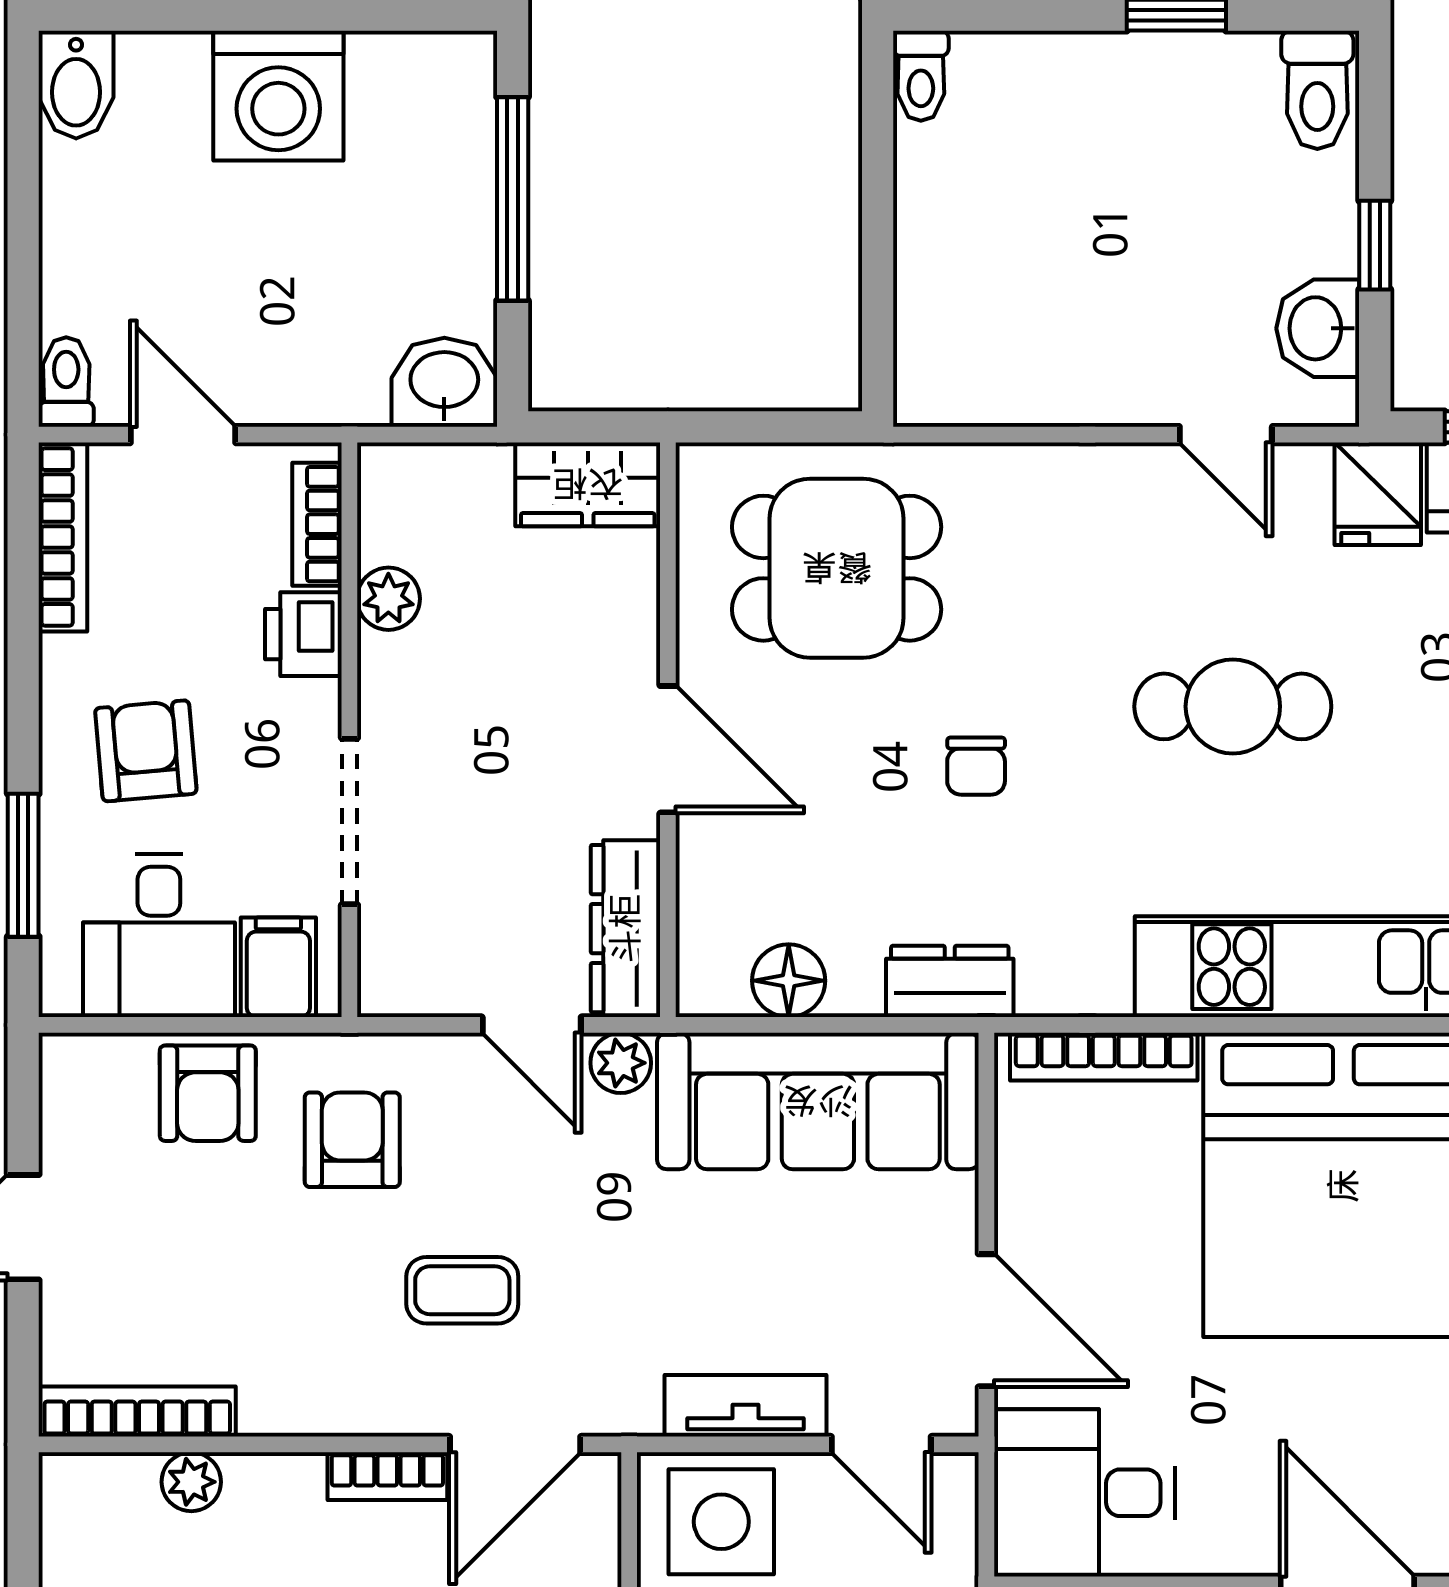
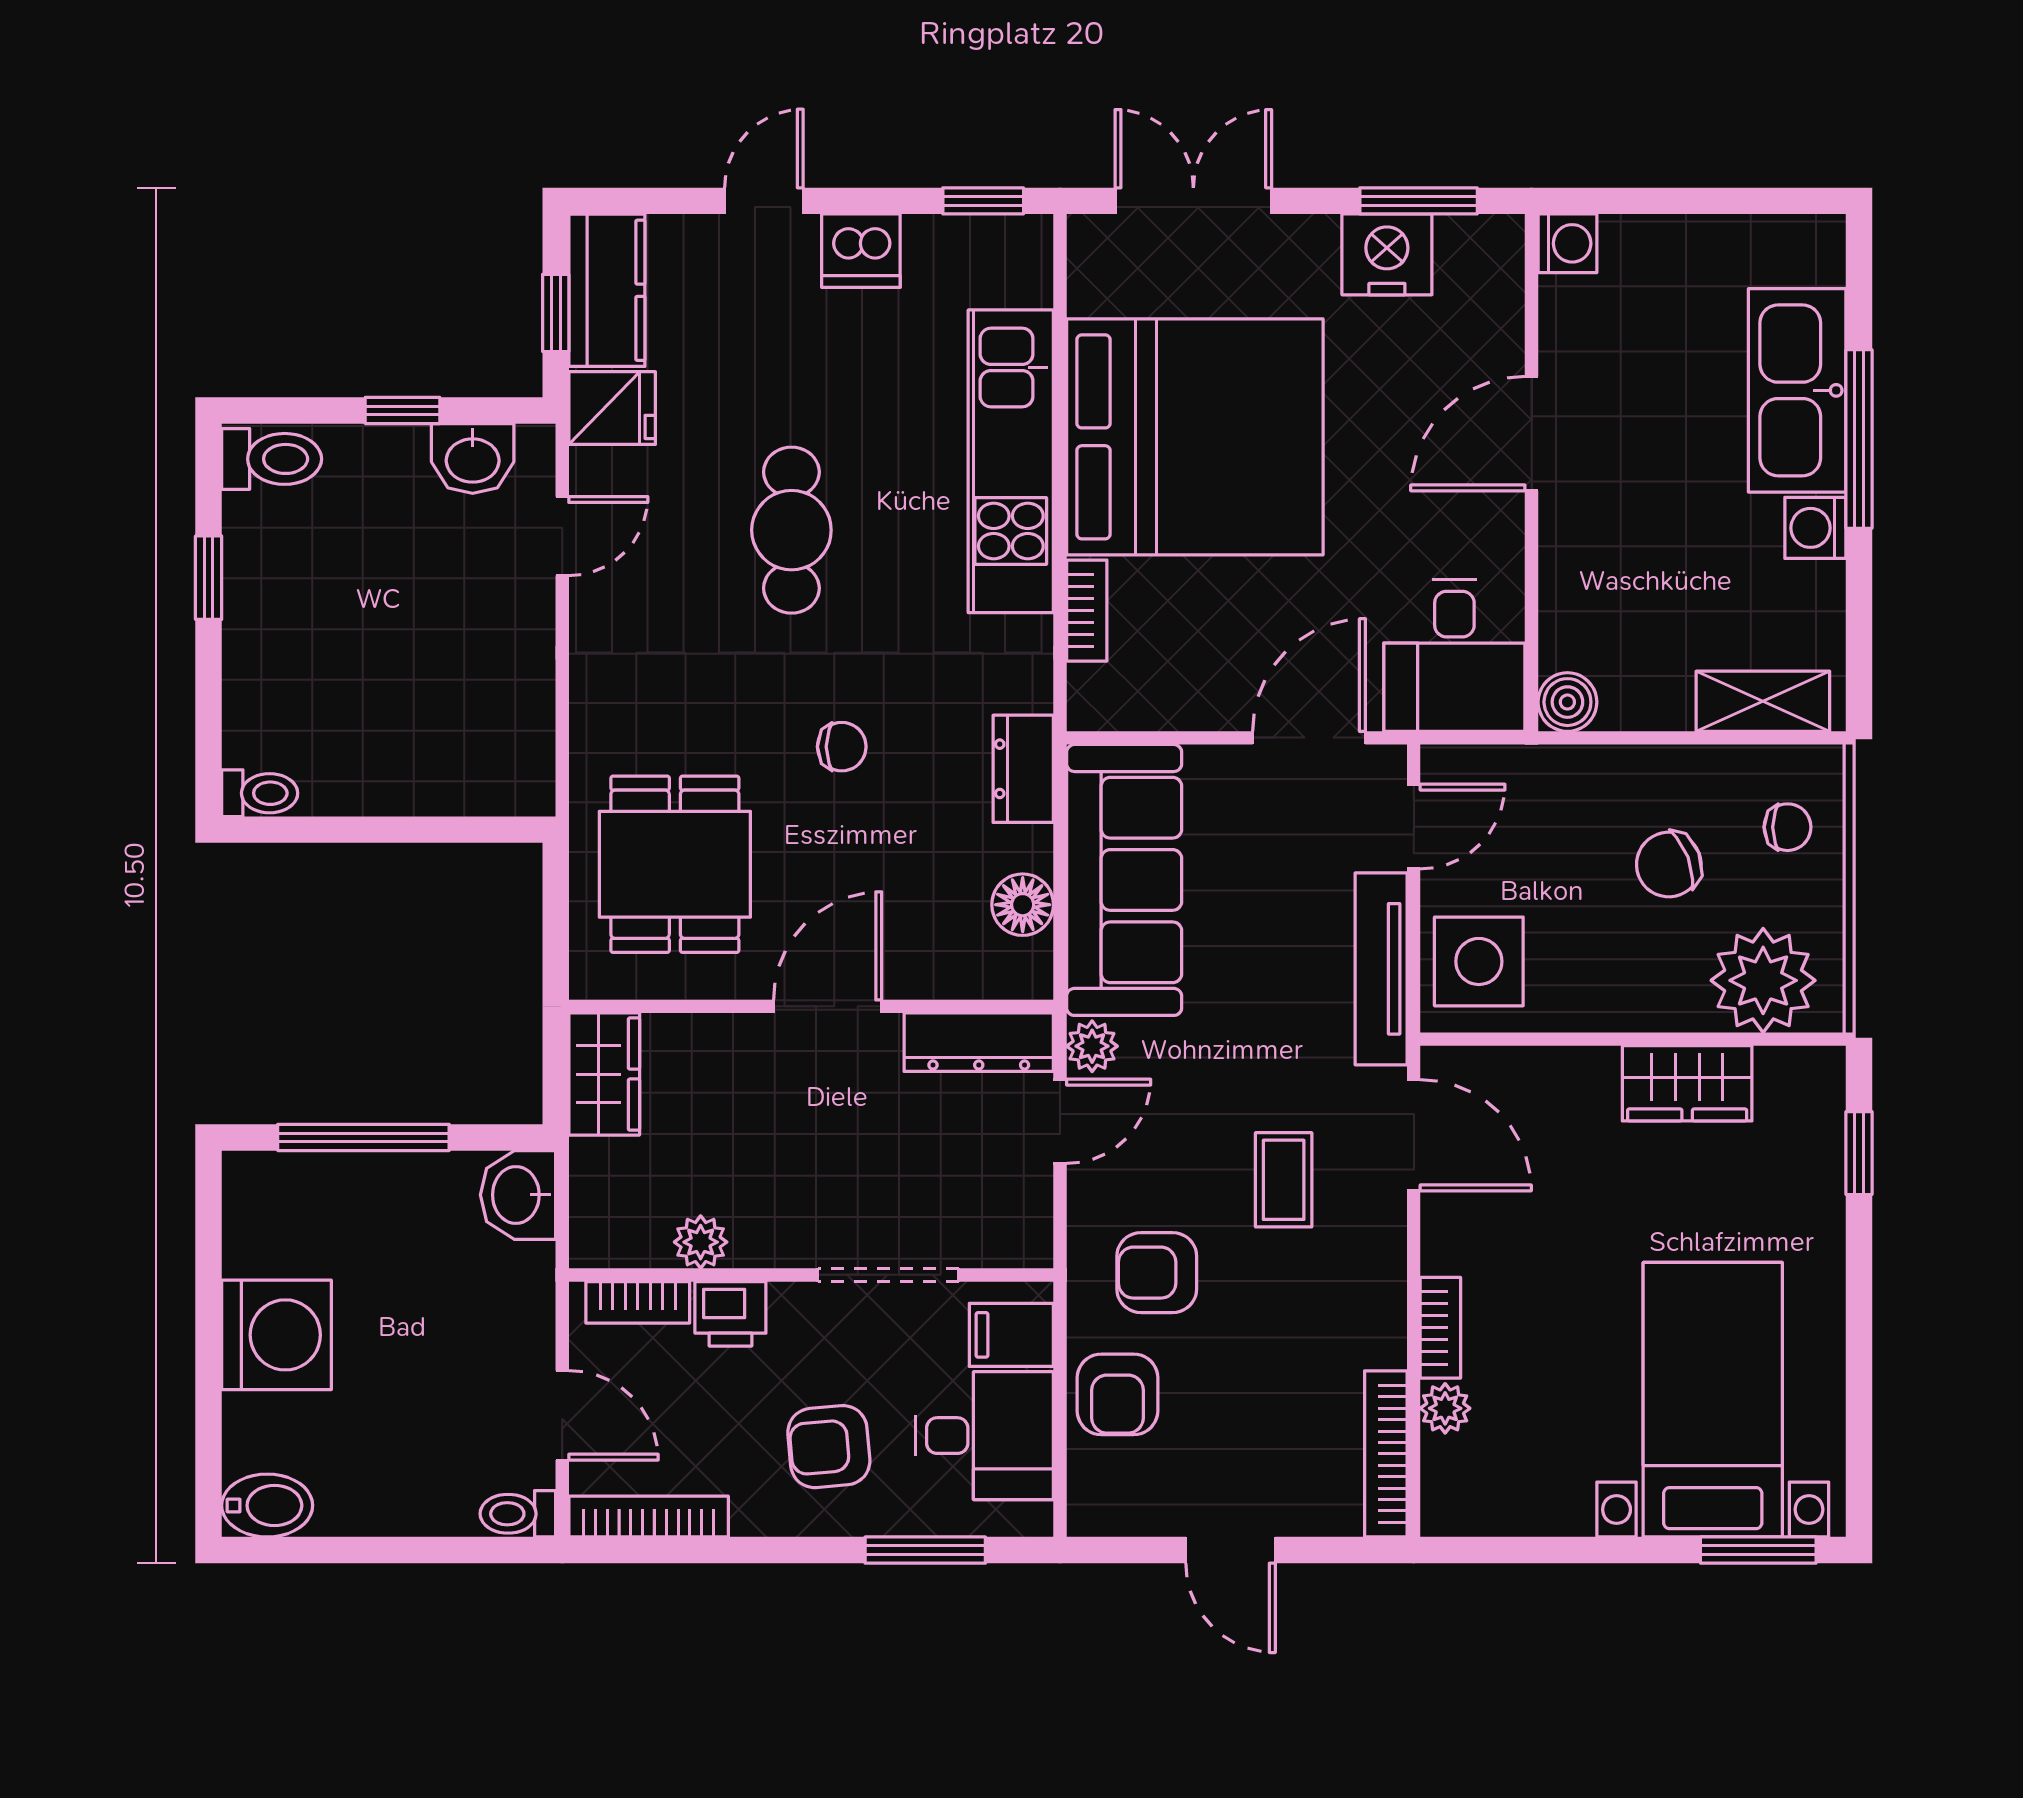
door: (183, 435) -> (562, 1415), swing flipped
bookcase: (1104, 1057) -> (1087, 611), width x0.64
armchair: (208, 1093) -> (1117, 1394), turned 90
tv unit: (746, 1406) -> (1381, 969), width x1.41
bookcase: (387, 1476) -> (1440, 1328), moved

